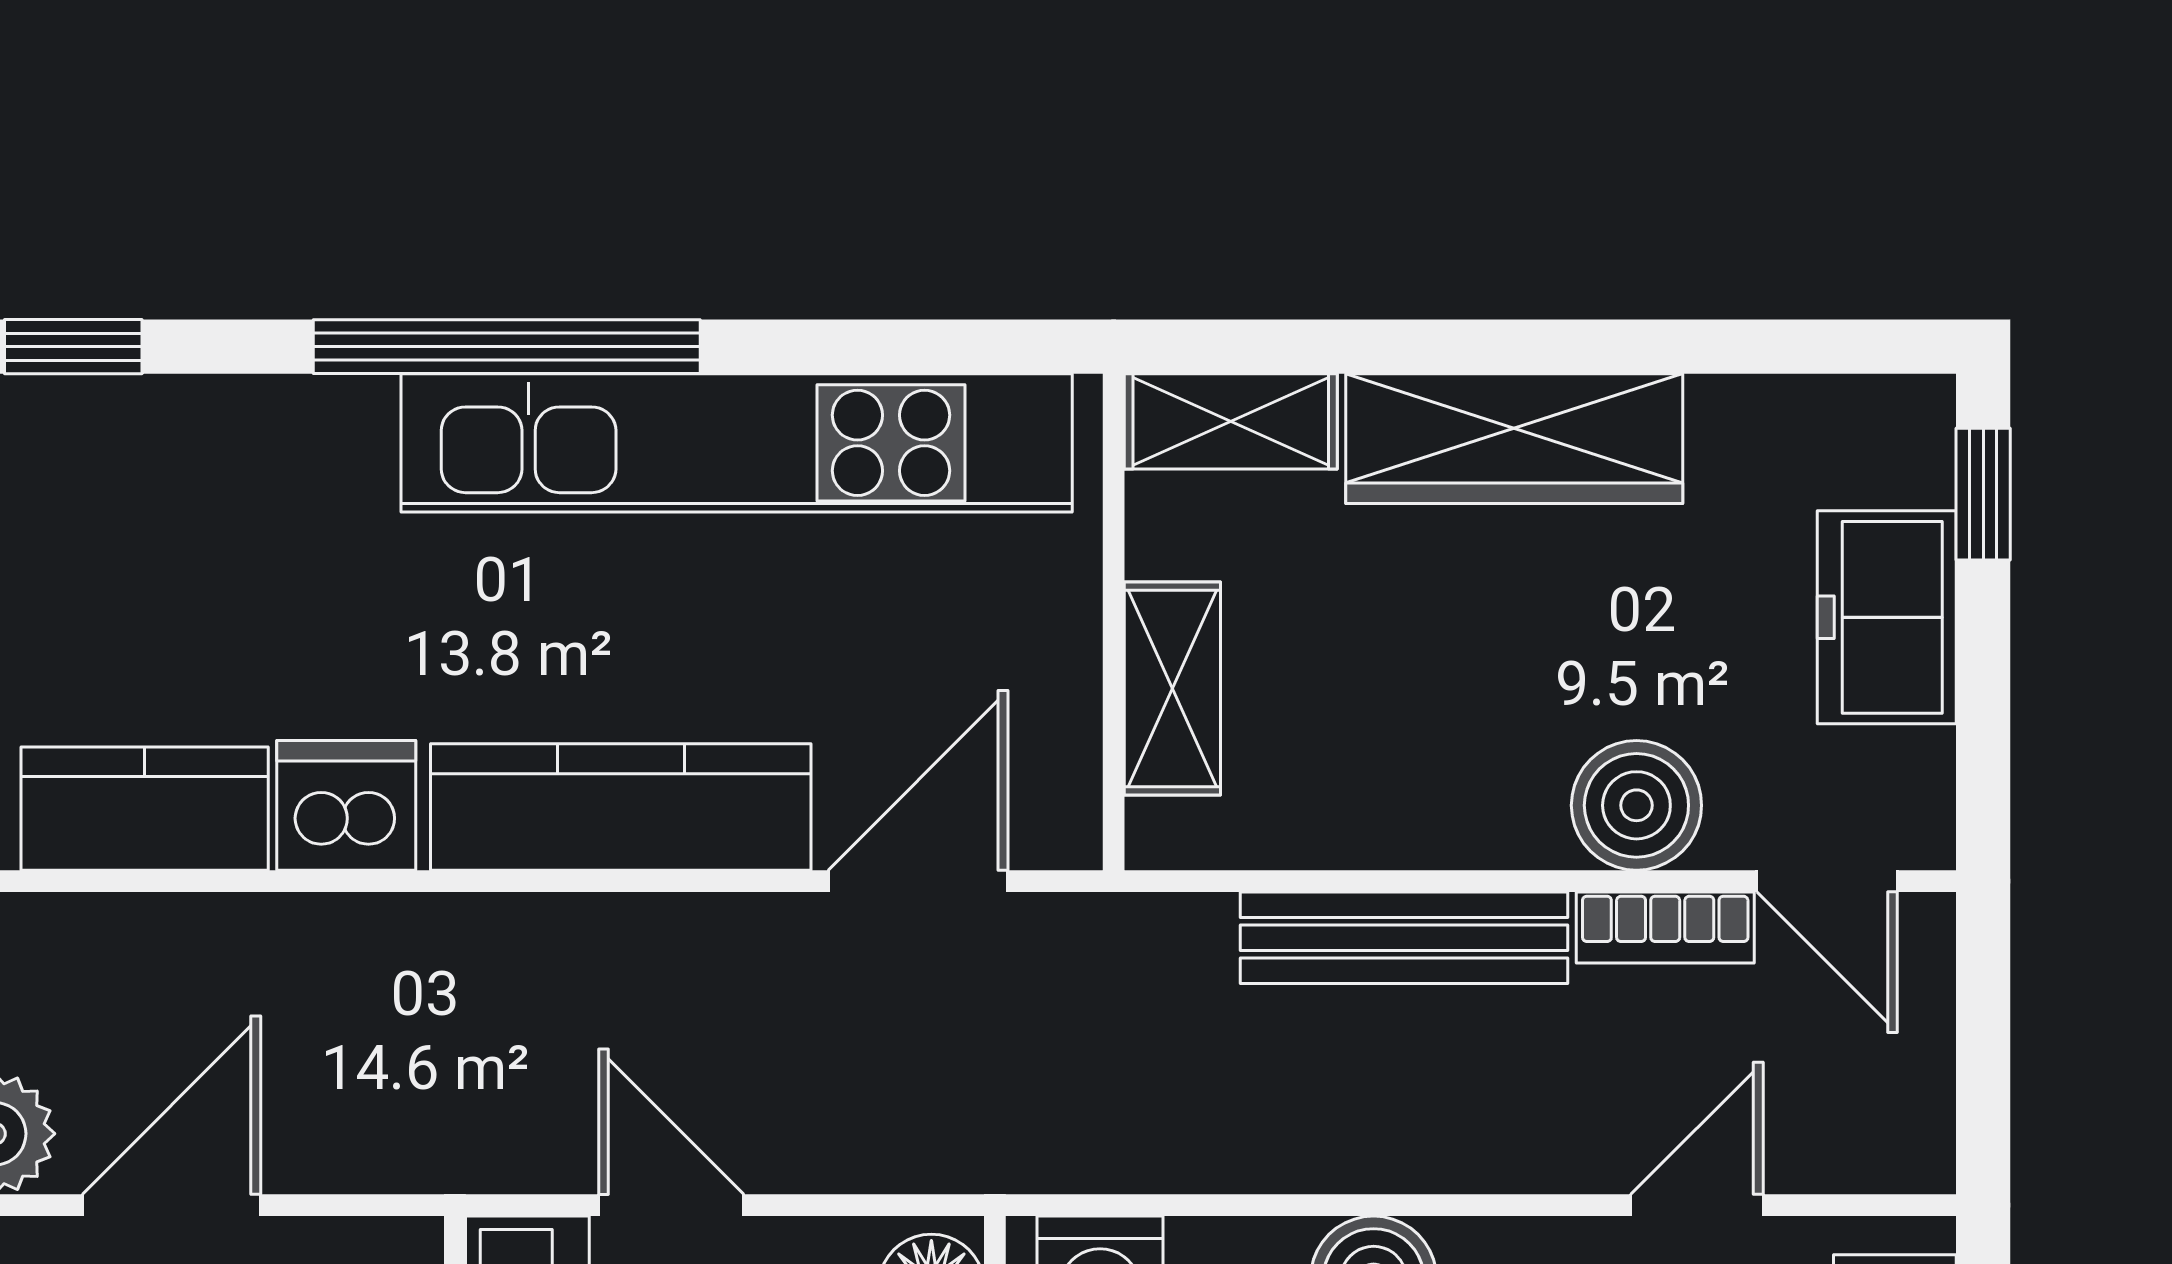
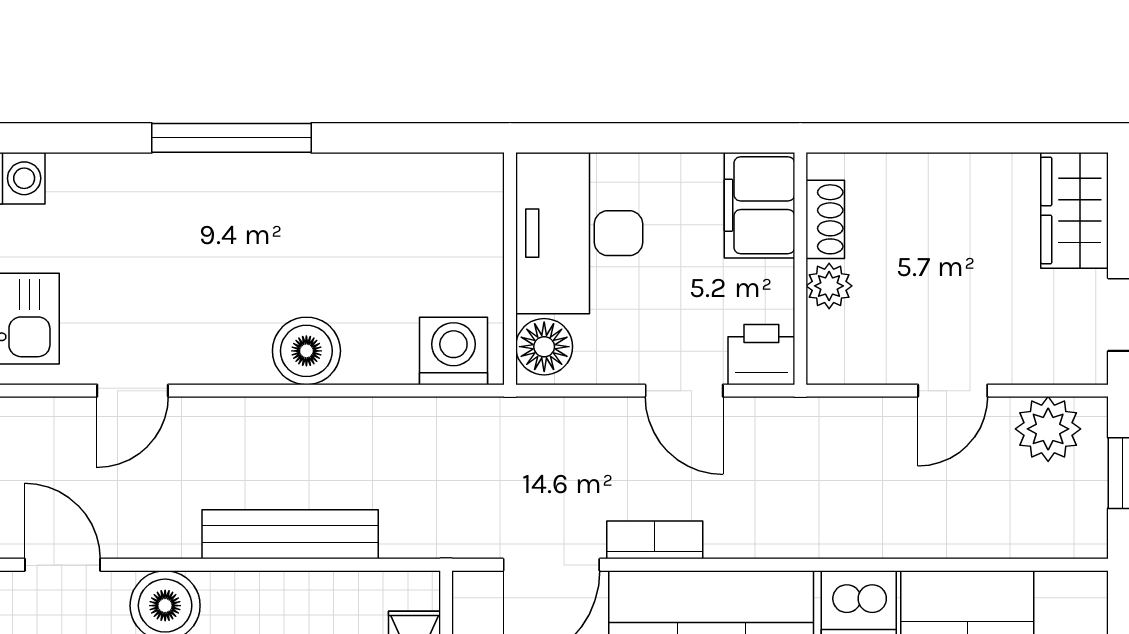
bookcase: (1665, 927) -> (655, 540), moved
door: (172, 1205) -> (953, 391), width x0.73

